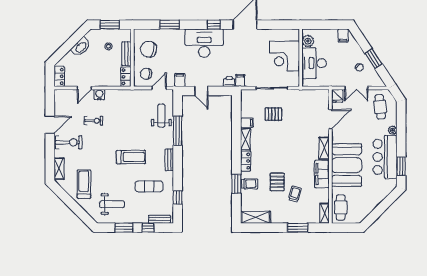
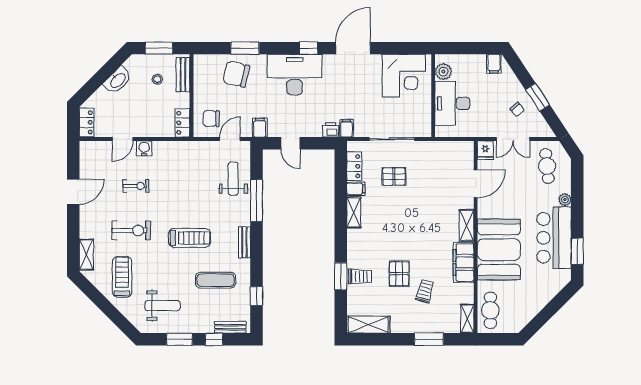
chair: (148, 49) -> (236, 74), moved
bench: (126, 54) -> (183, 75), moved
corner desk: (284, 56) -> (404, 76), moved, turned -90
exercise bike: (69, 142) -> (131, 230), moved
locker: (246, 161) -> (354, 166), moved

